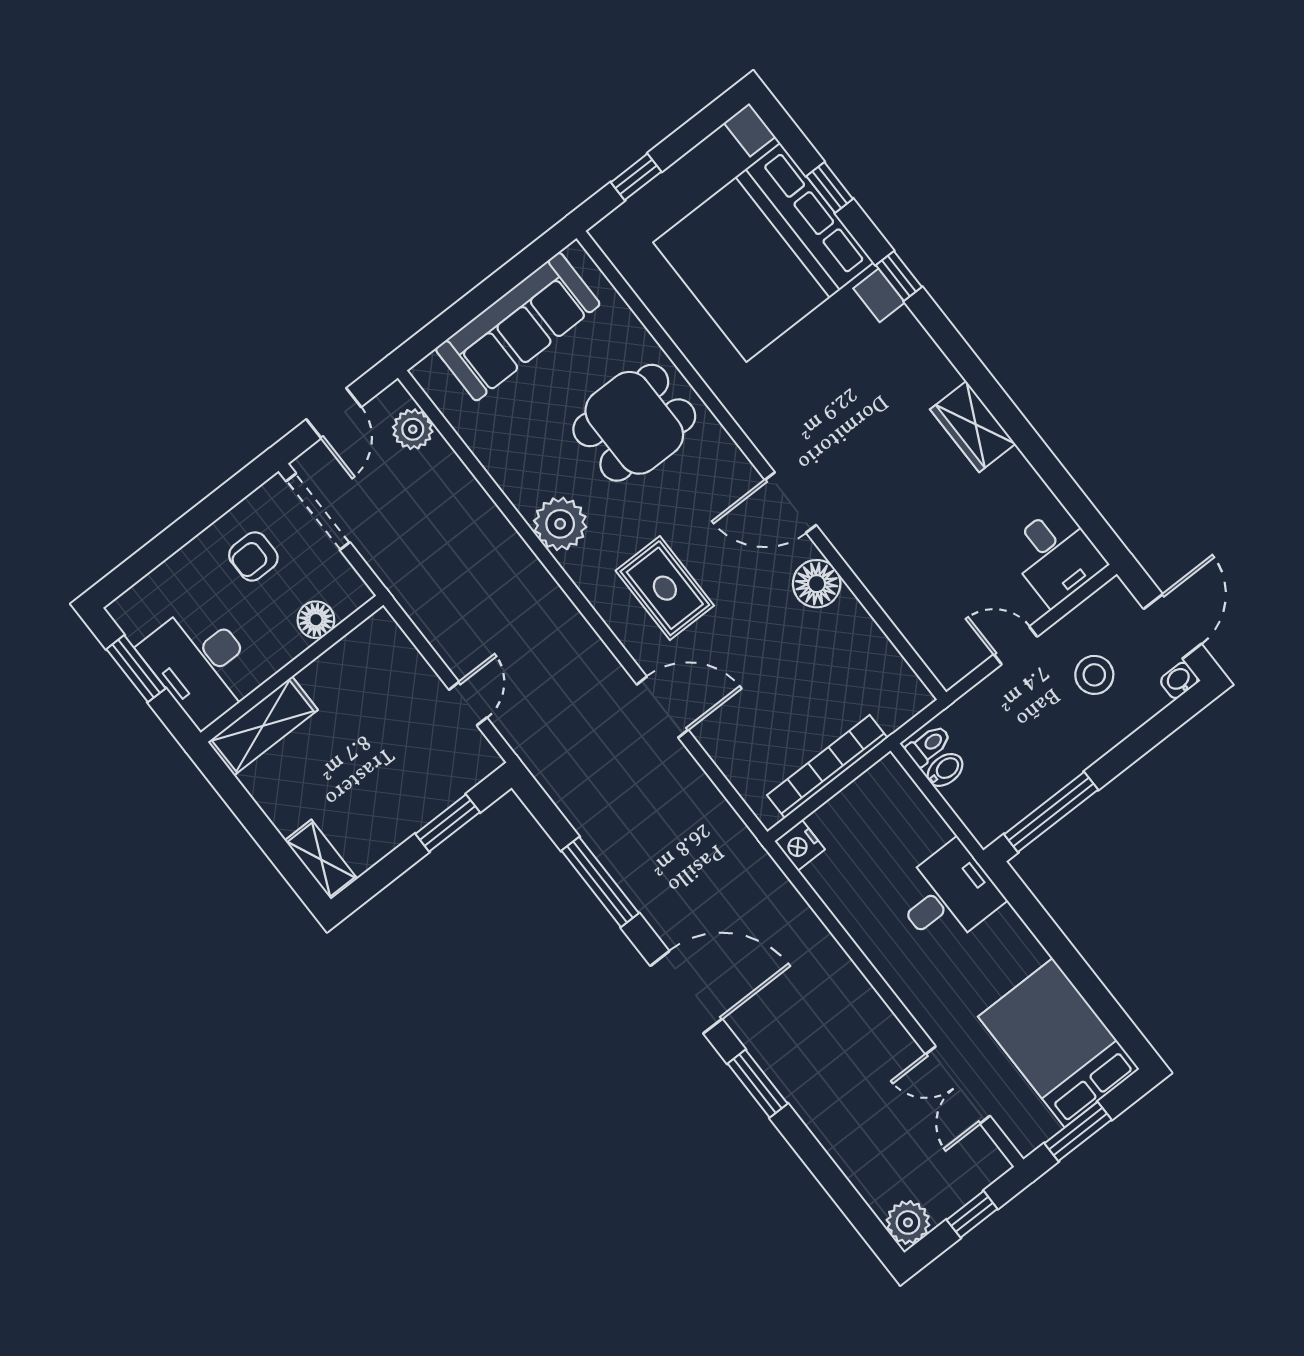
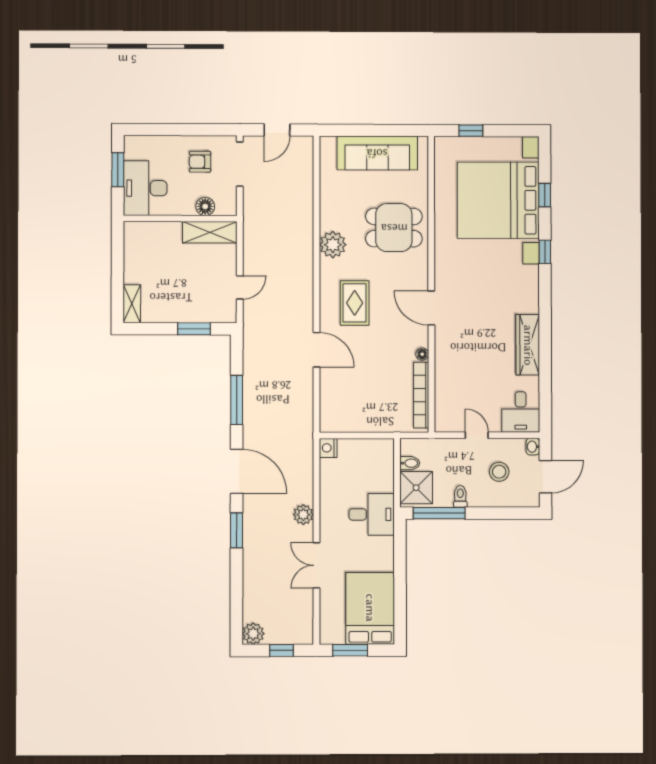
wardrobe: (973, 427) -> (528, 345), width x1.50
plant: (413, 429) -> (303, 515), moved
floor lamp: (817, 584) -> (422, 354), width x0.53, depth x0.53
washbasin: (1179, 680) -> (533, 447), moved, turned -90
shelving: (263, 726) -> (210, 232), moved
toilet: (928, 745) -> (460, 496), moved, turned -90
bookcase: (827, 767) -> (421, 395), moved, turned -90
shower: (984, 800) -> (416, 488), added
double door: (958, 1085) -> (316, 565), moved

